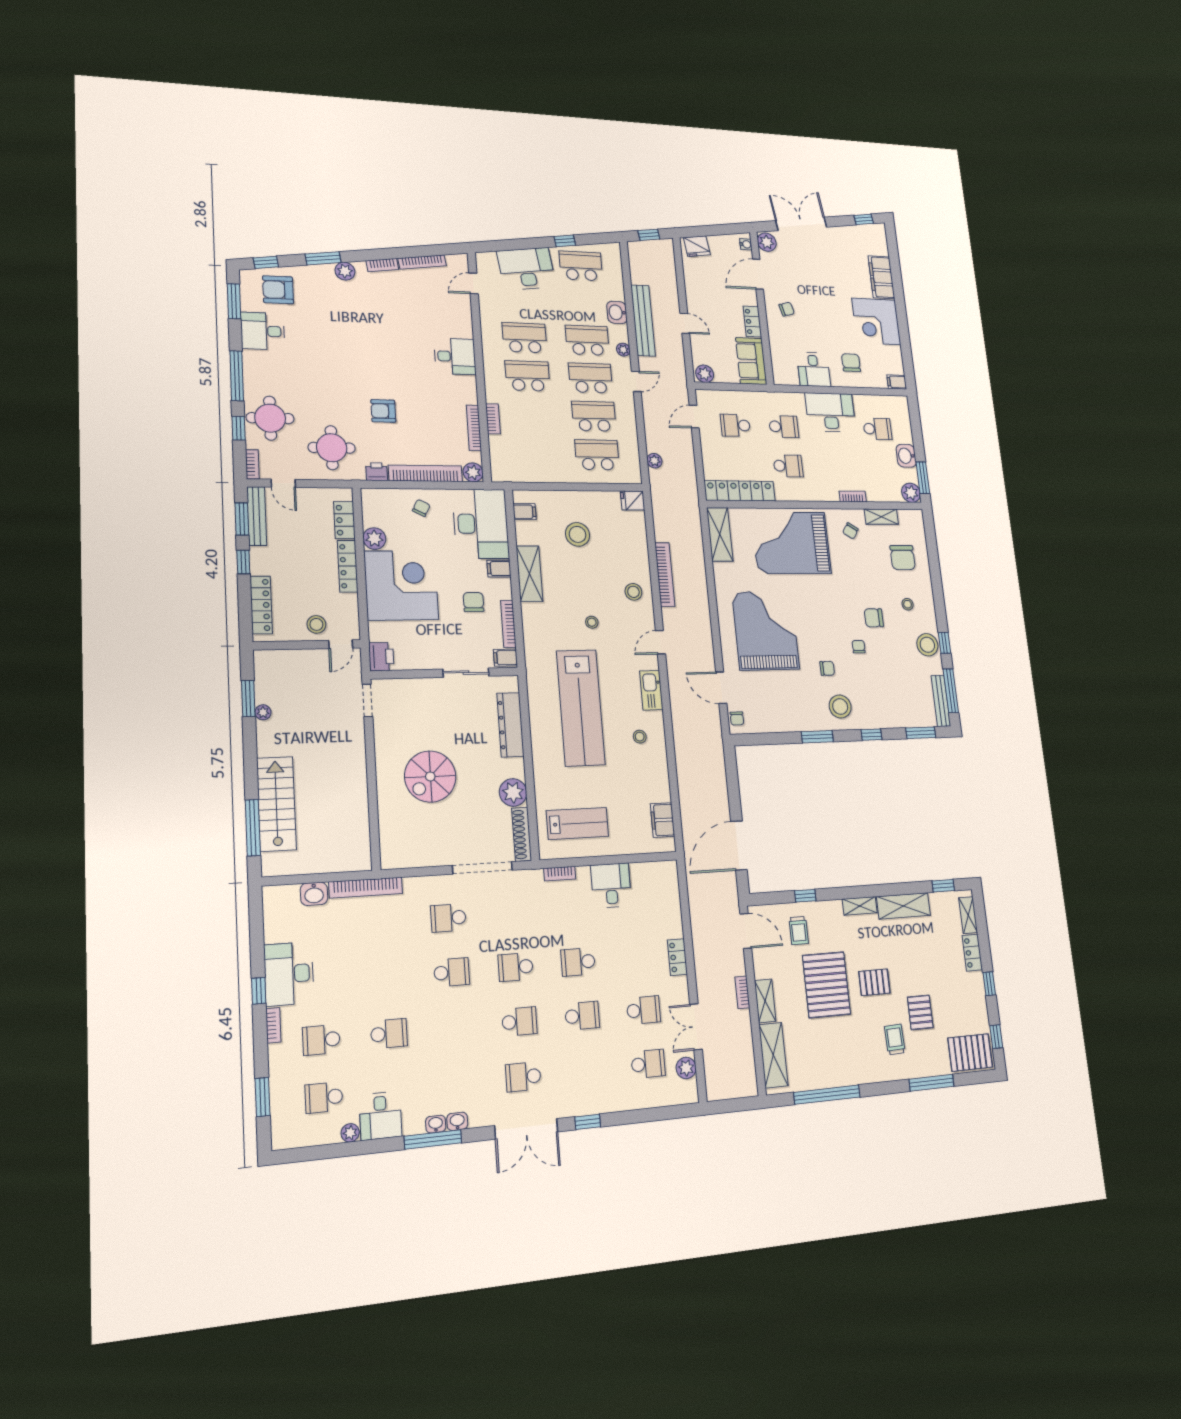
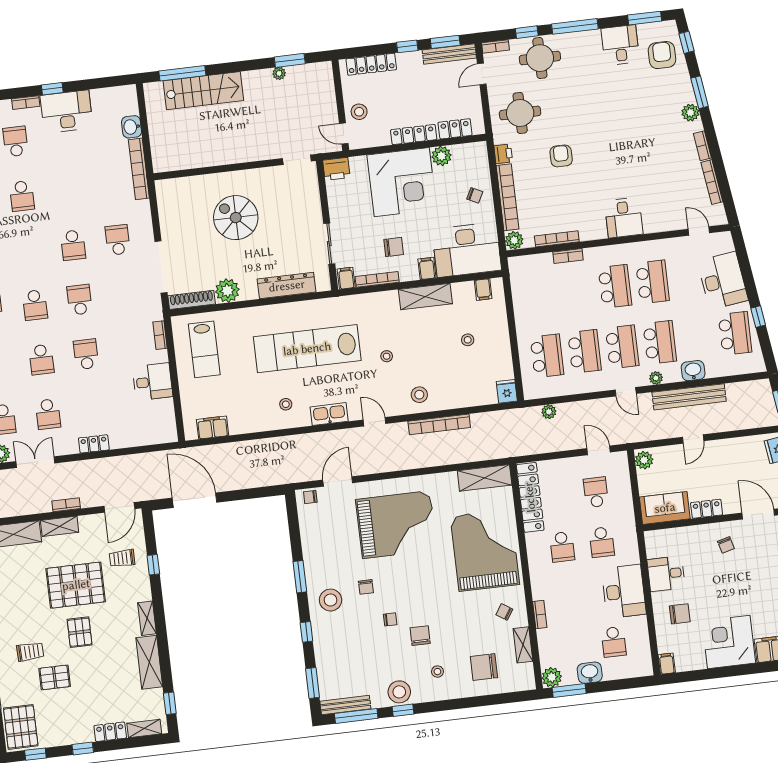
stool: (578, 534) -> (468, 340), width x0.53, depth x0.53

